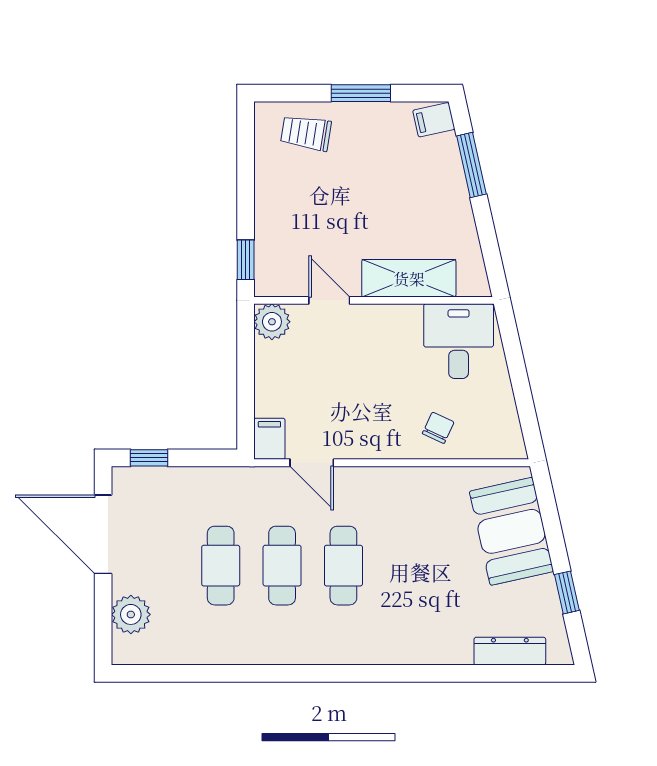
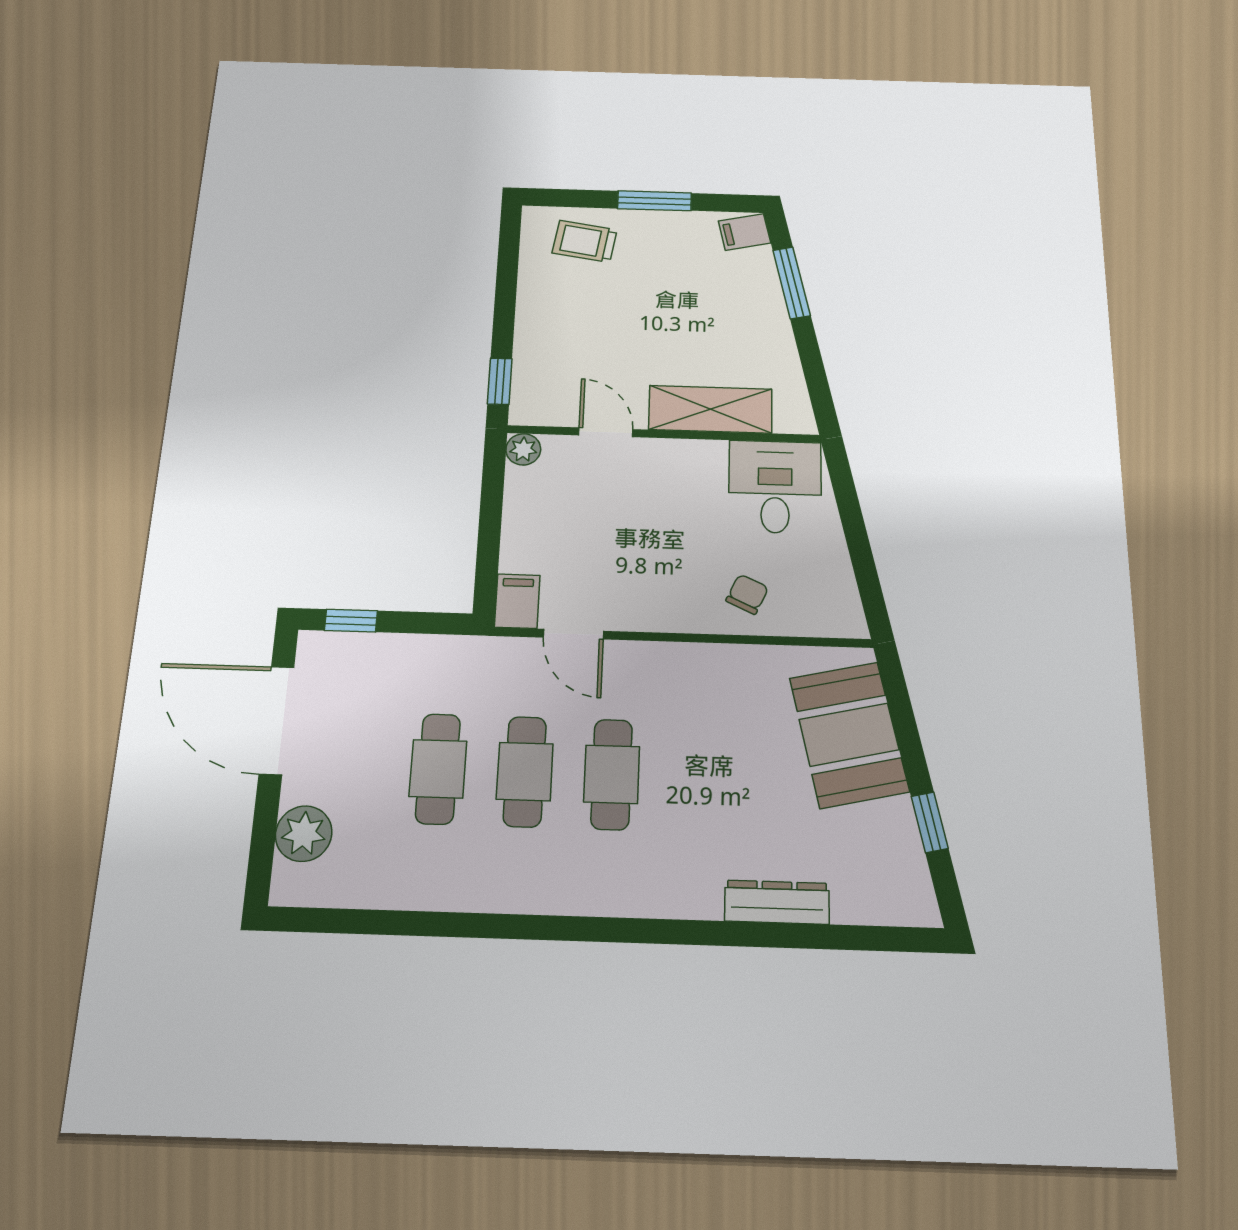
plant: (272, 322) -> (523, 449), width x0.73, depth x0.73
dresser: (510, 651) -> (777, 902), moved

